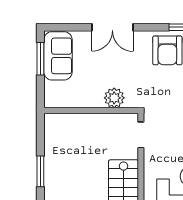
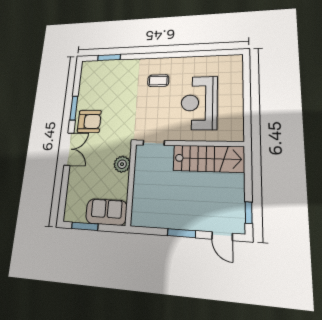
double door: (112, 27) -> (69, 149), moved
sofa: (58, 56) -> (106, 212), moved

